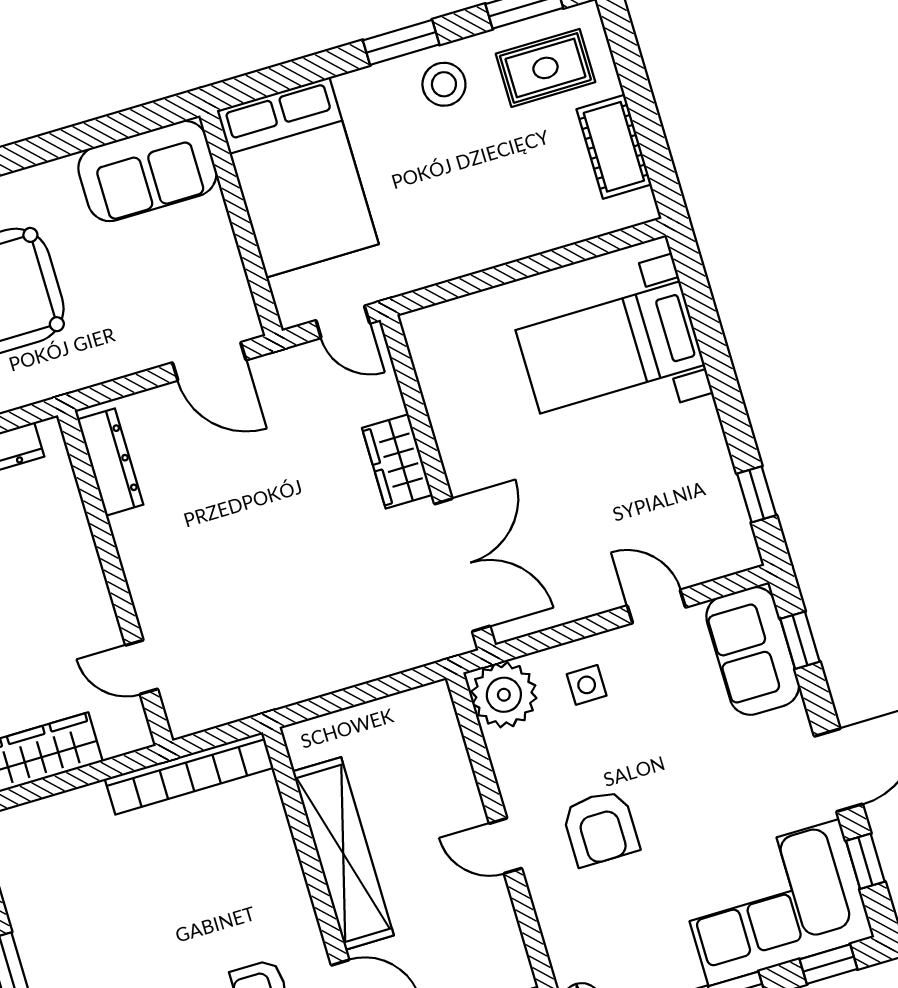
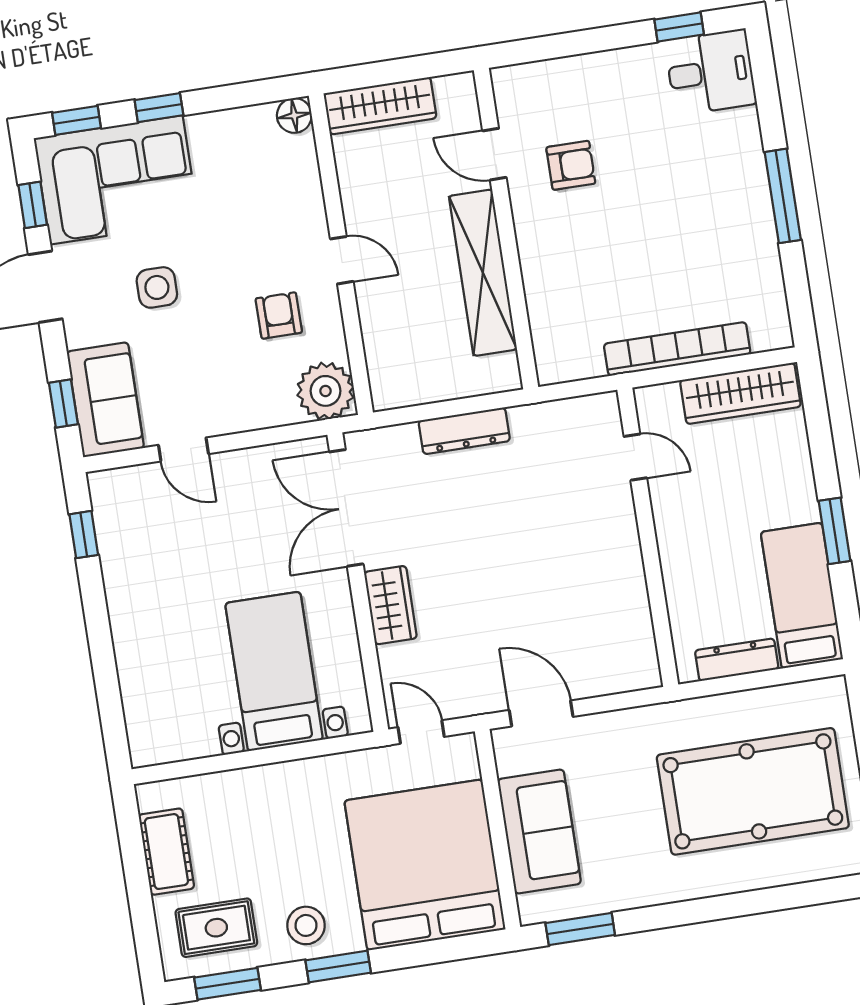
window: (132, 122) -> (580, 929), added
sofa: (147, 171) -> (539, 832), moved, turned 90
bed: (298, 177) -> (425, 865), width x1.36
bed with nightstands: (610, 347) -> (274, 671), moved, turned -90
dresser: (110, 462) -> (464, 431), moved, turned -90
side table: (587, 685) -> (157, 287), moved, width x1.37, depth x1.37
bookcase: (189, 773) -> (677, 349), moved
armchair: (601, 828) -> (279, 315), moved, width x0.72, depth x0.72

